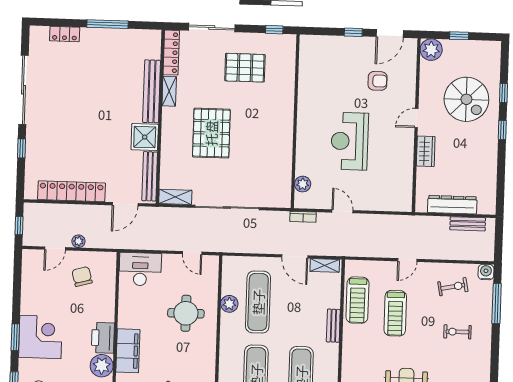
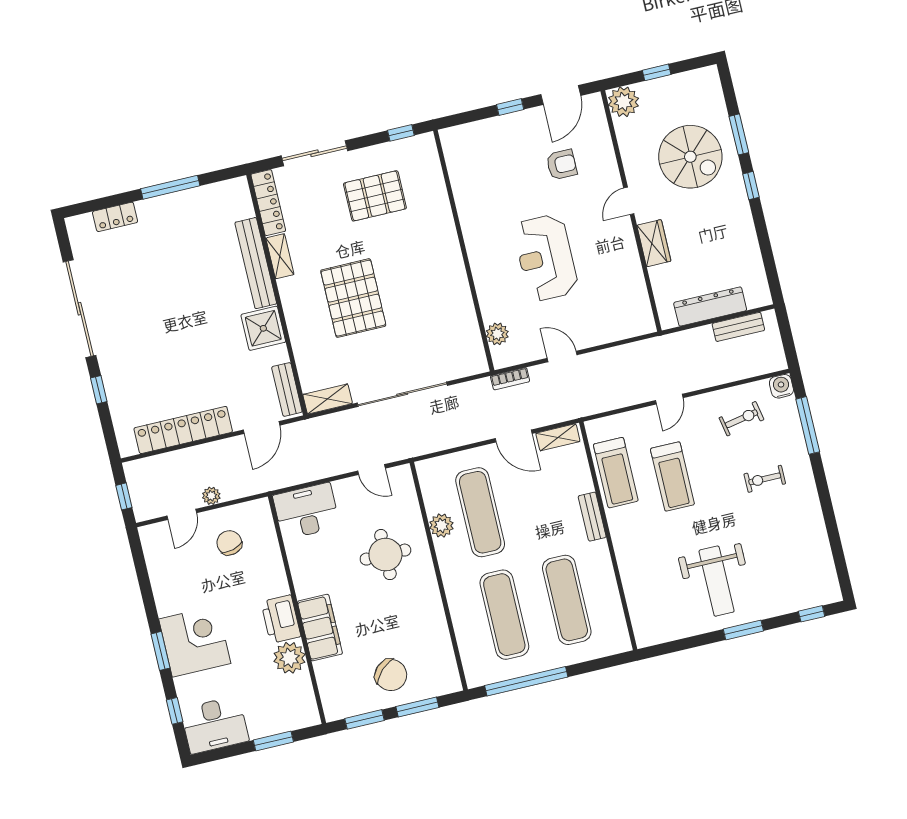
window: (504, 93) -> (739, 134), width x1.50
bench: (150, 176) -> (287, 389), width x0.73

